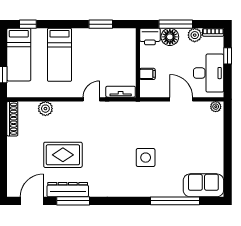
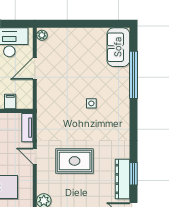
rug: (63, 155) -> (75, 161), moved, turned 90
side table: (146, 158) -> (91, 103), width x0.54, depth x0.54
window: (73, 201) -> (134, 174), width x0.69

